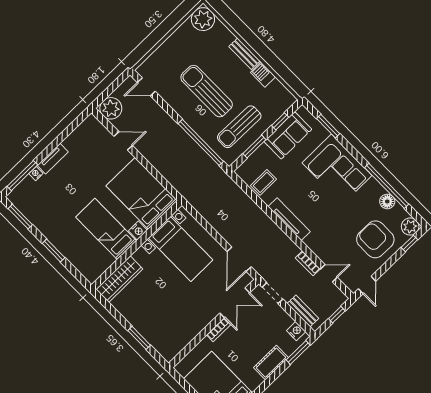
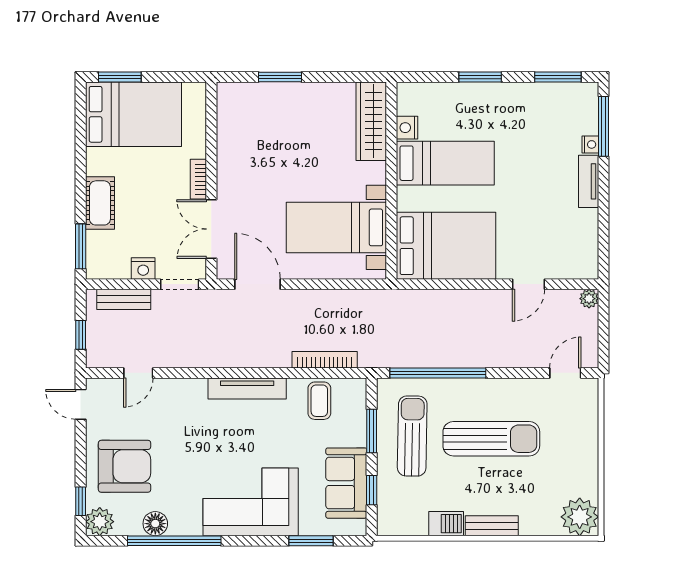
plant: (111, 108) -> (589, 299), width x0.53, depth x0.53
nightstand: (138, 230) -> (407, 128), moved
bookcase: (308, 263) -> (325, 360), moved, width x1.56
nightstand: (296, 331) -> (143, 268), moved

